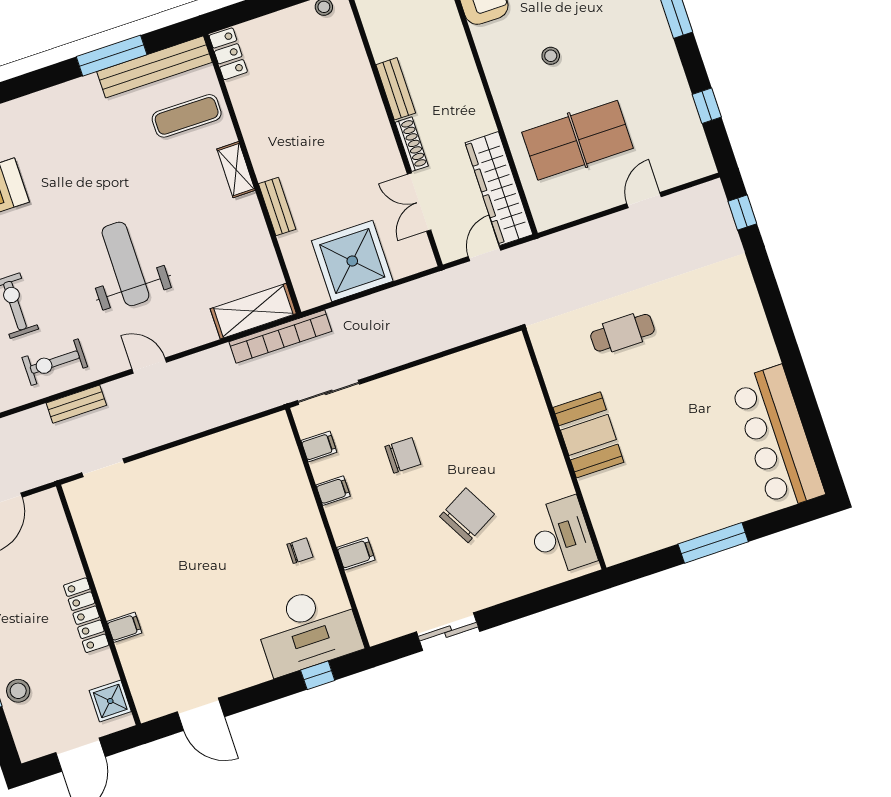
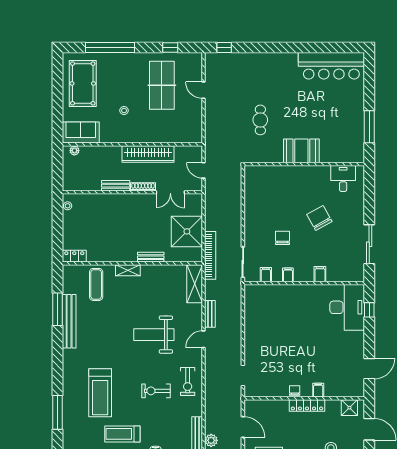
bench: (155, 67) -> (69, 321), moved
table tennis table: (578, 140) -> (162, 85), moved
wardrobe: (499, 189) -> (148, 154), moved
bookcase: (280, 337) -> (210, 255), moved
bench: (76, 404) -> (210, 314), moved
desk: (561, 536) -> (343, 178), width x0.73
window: (713, 543) -> (369, 127), moved
chair: (300, 551) -> (295, 391), moved
sliding door: (448, 632) -> (369, 244), width x1.37

